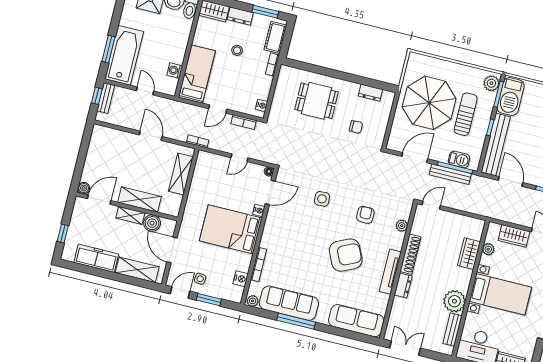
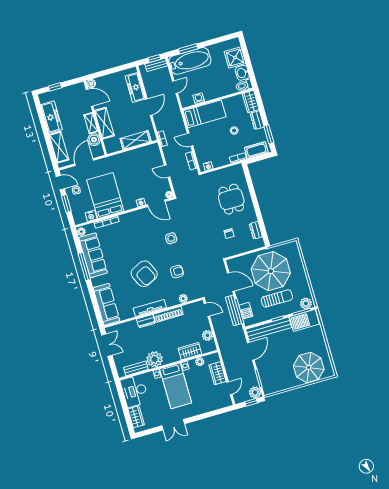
freezer: (118, 139) -> (135, 87), added
plant: (462, 222) -> (207, 335), added
bed: (231, 229) -> (105, 196), moved

